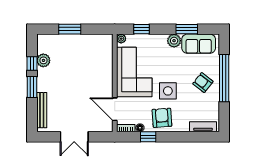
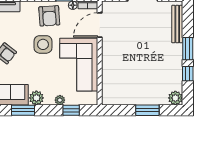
plant: (121, 39) -> (60, 100), moved
plant: (43, 60) -> (175, 98), moved
door: (115, 109) -> (100, 25), swing flipped

